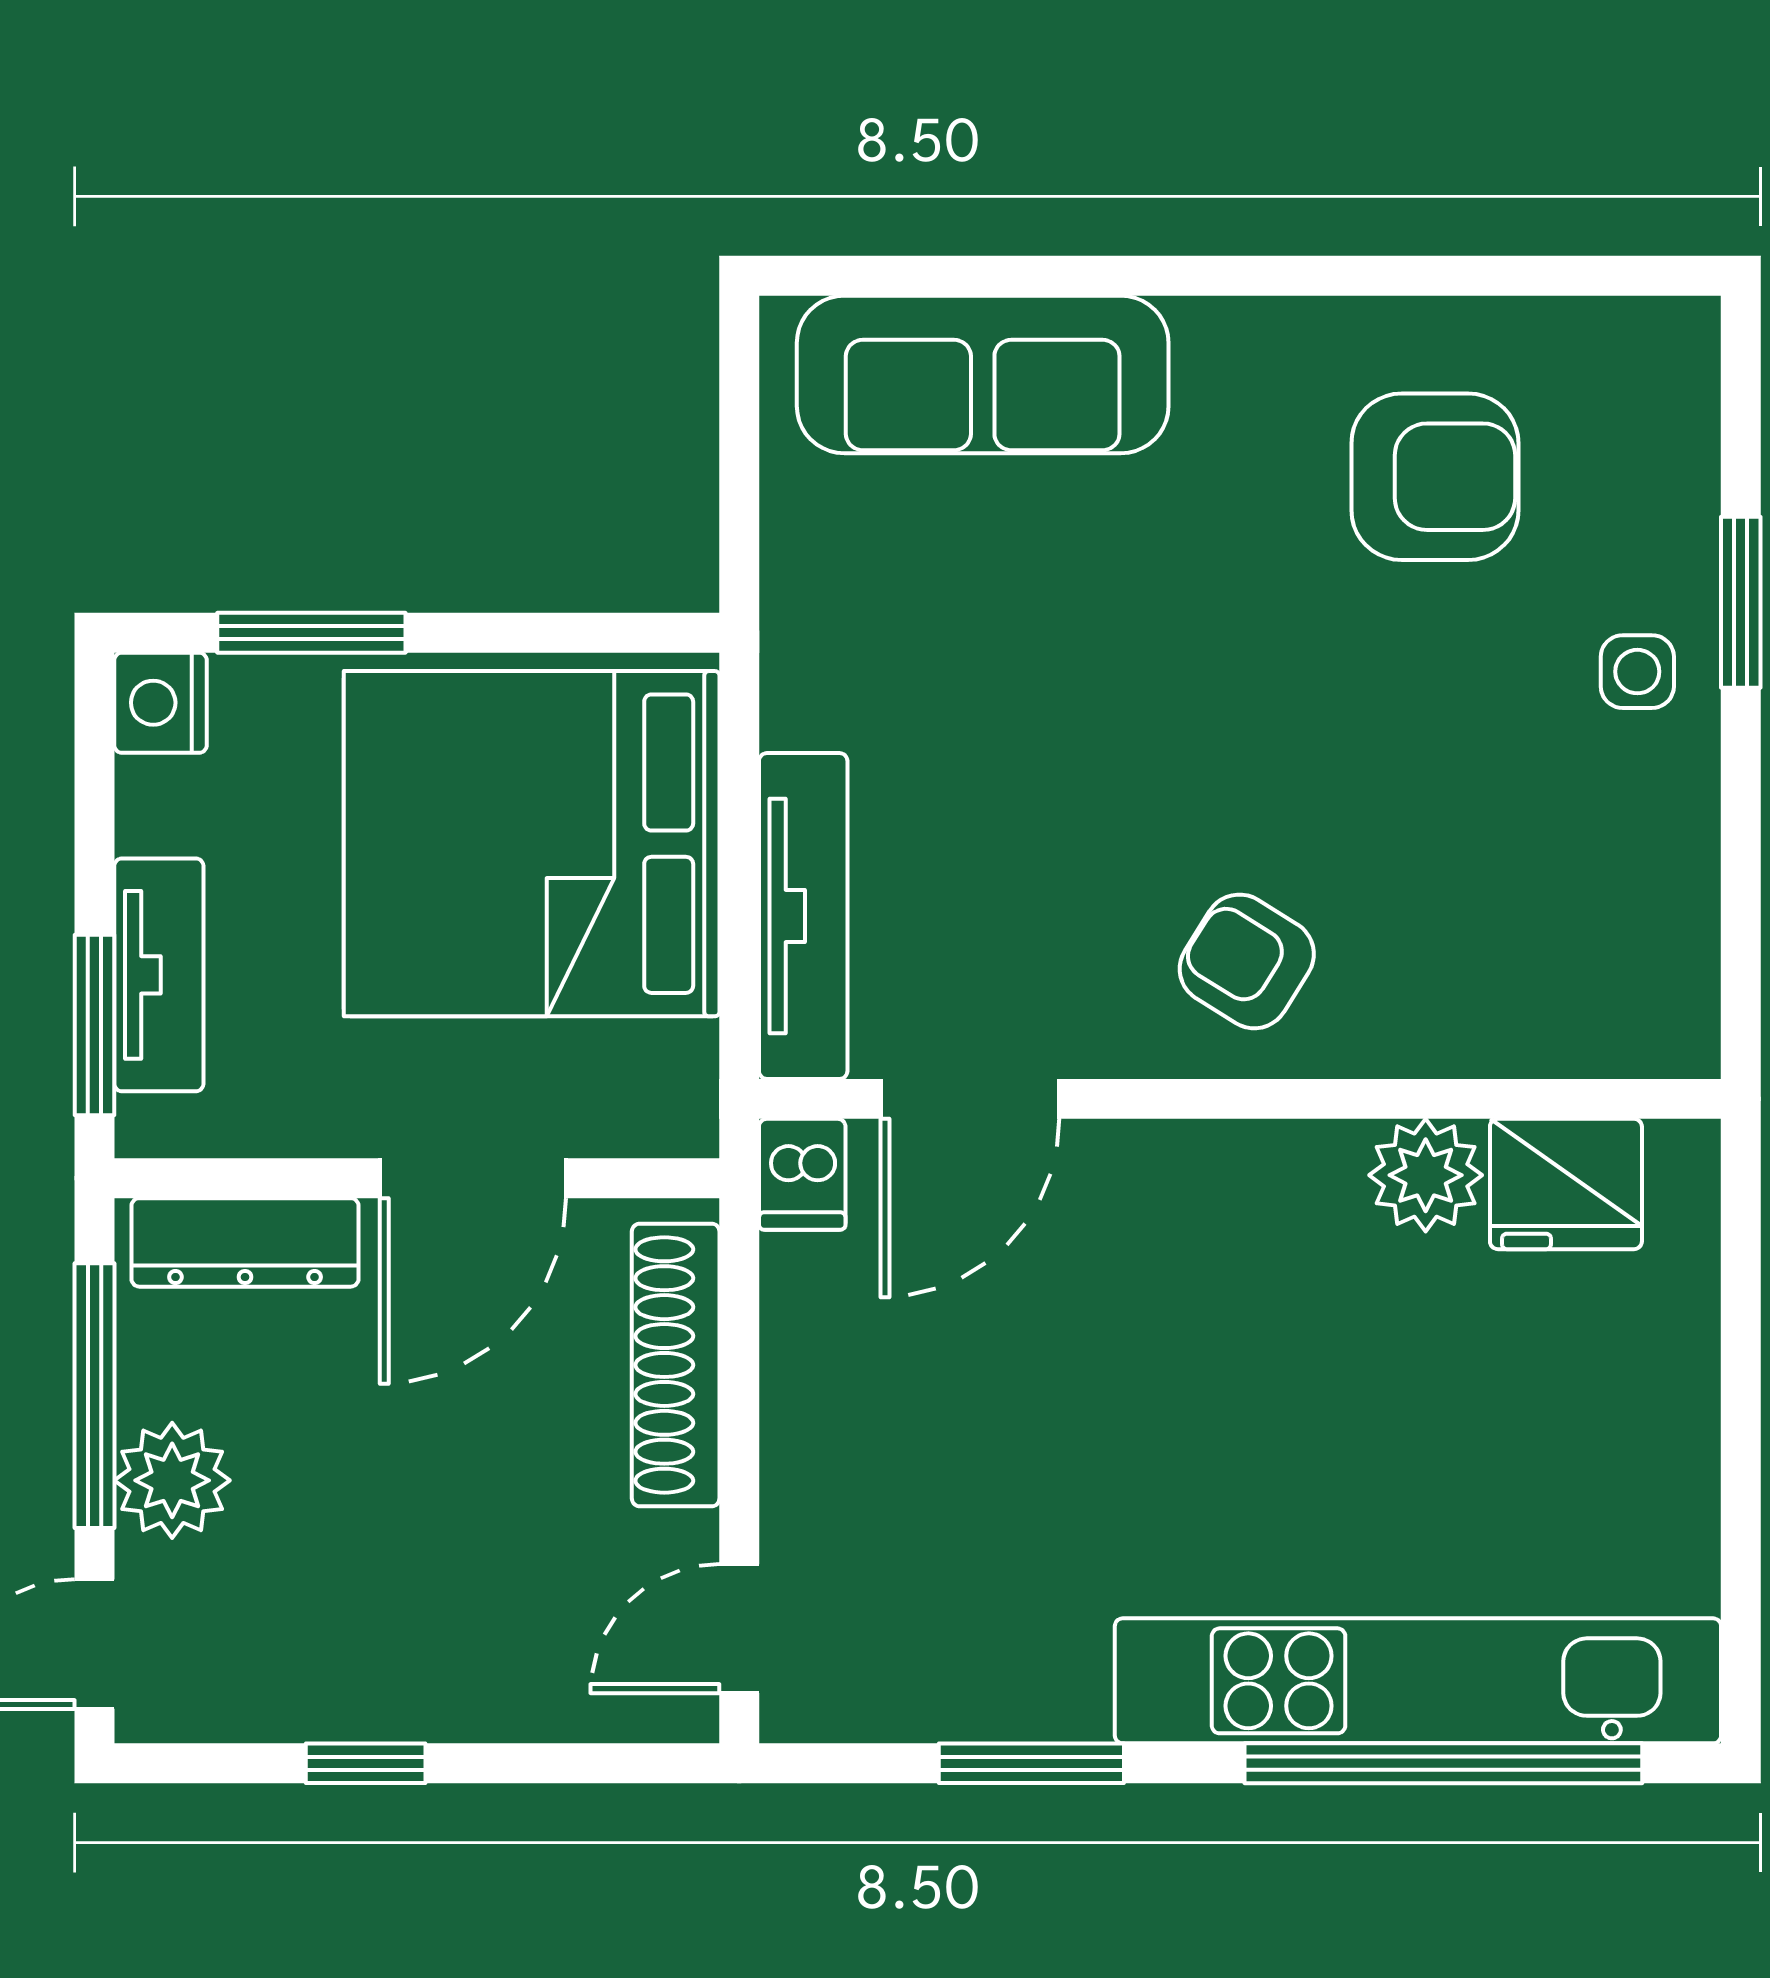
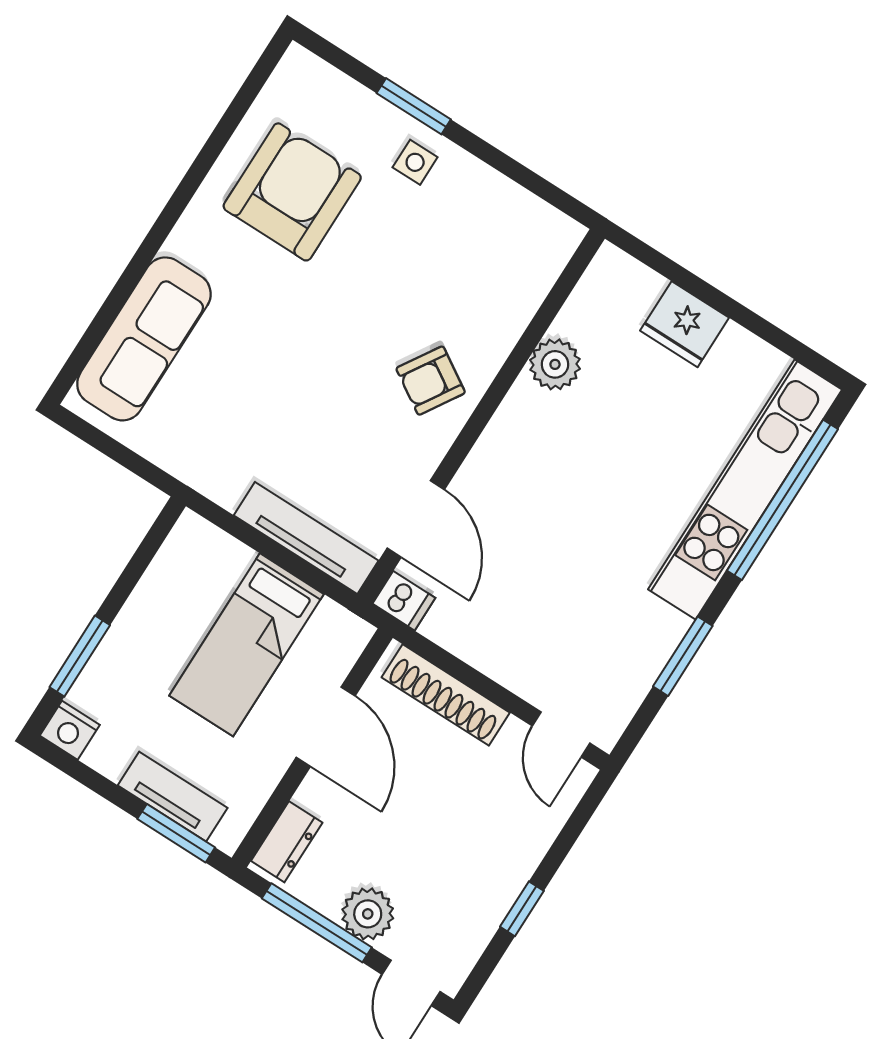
armchair: (1435, 477) -> (292, 192), width x1.36, depth x1.36
bed: (532, 844) -> (246, 645), width x0.49
fridge: (1566, 1184) -> (685, 324), moved, turned 90
dresser: (245, 1242) -> (287, 842), width x0.70

